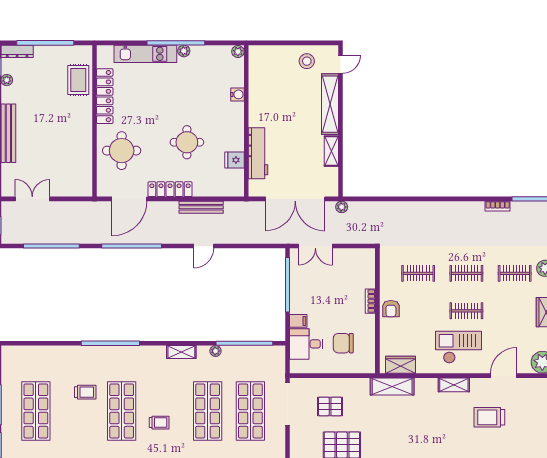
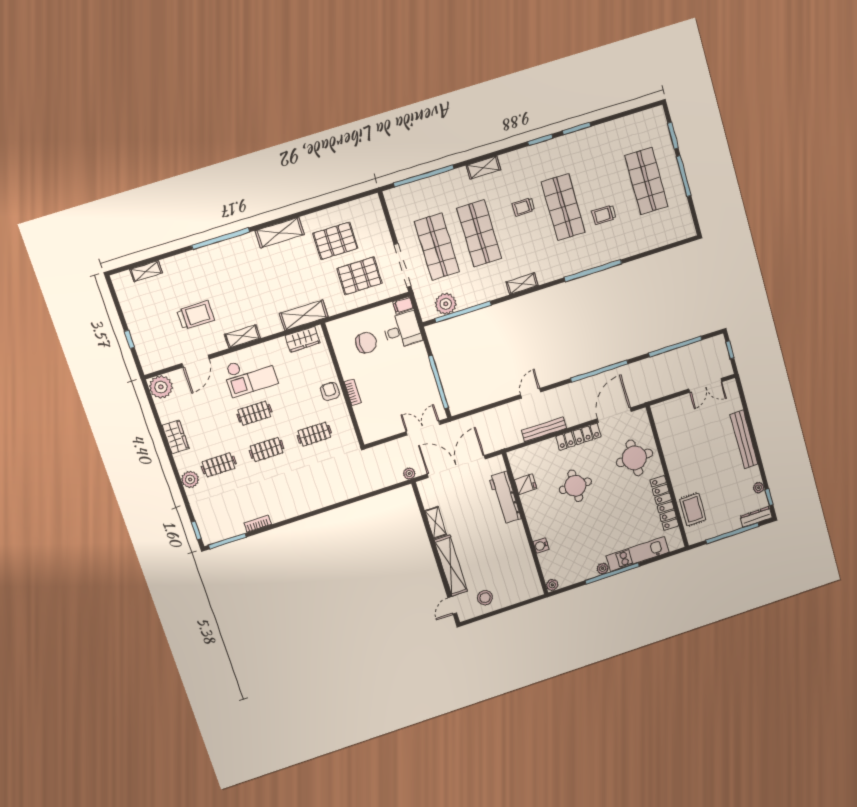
filing cabinet: (298, 321) -> (403, 305), moved
plant: (216, 351) -> (446, 304), moved, width x1.87, depth x1.87
pallet: (330, 406) -> (359, 276), width x1.50, depth x1.42

